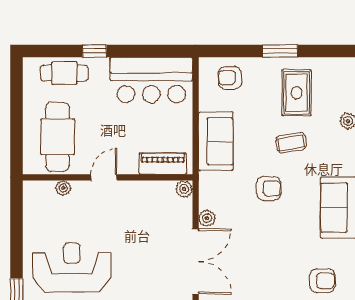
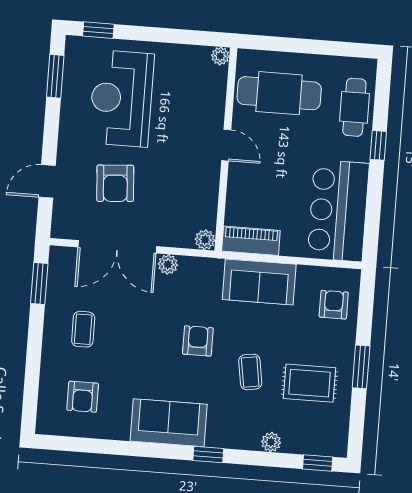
piano: (163, 164) -> (251, 241), moved, turned -90
plant: (63, 188) -> (220, 56), moved
armchair: (269, 188) -> (198, 341), turned 180
reception desk: (72, 267) -> (122, 98), turned 180
armchair: (143, 267) -> (115, 183), added
coffee table: (266, 285) -> (83, 329), added

